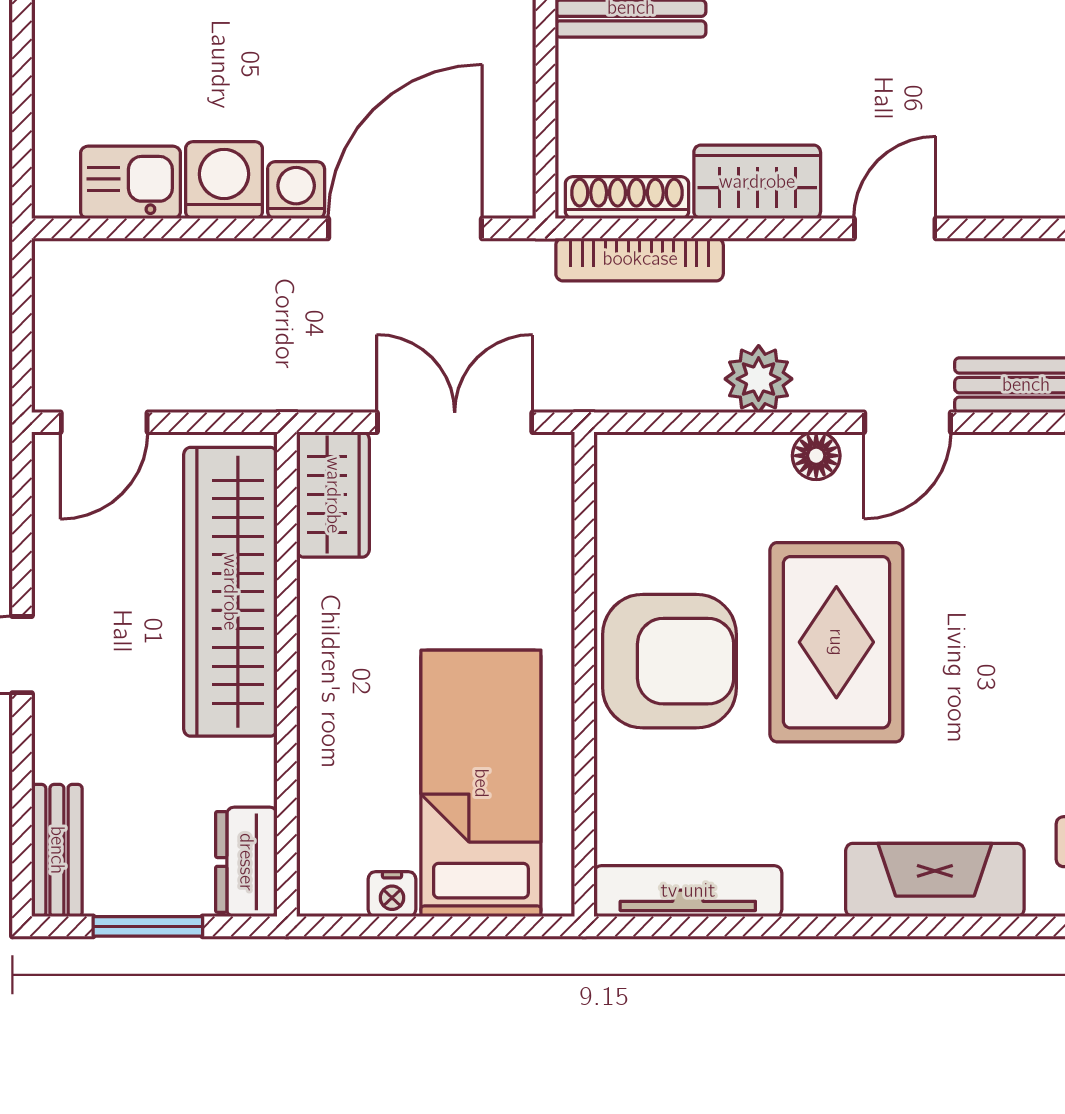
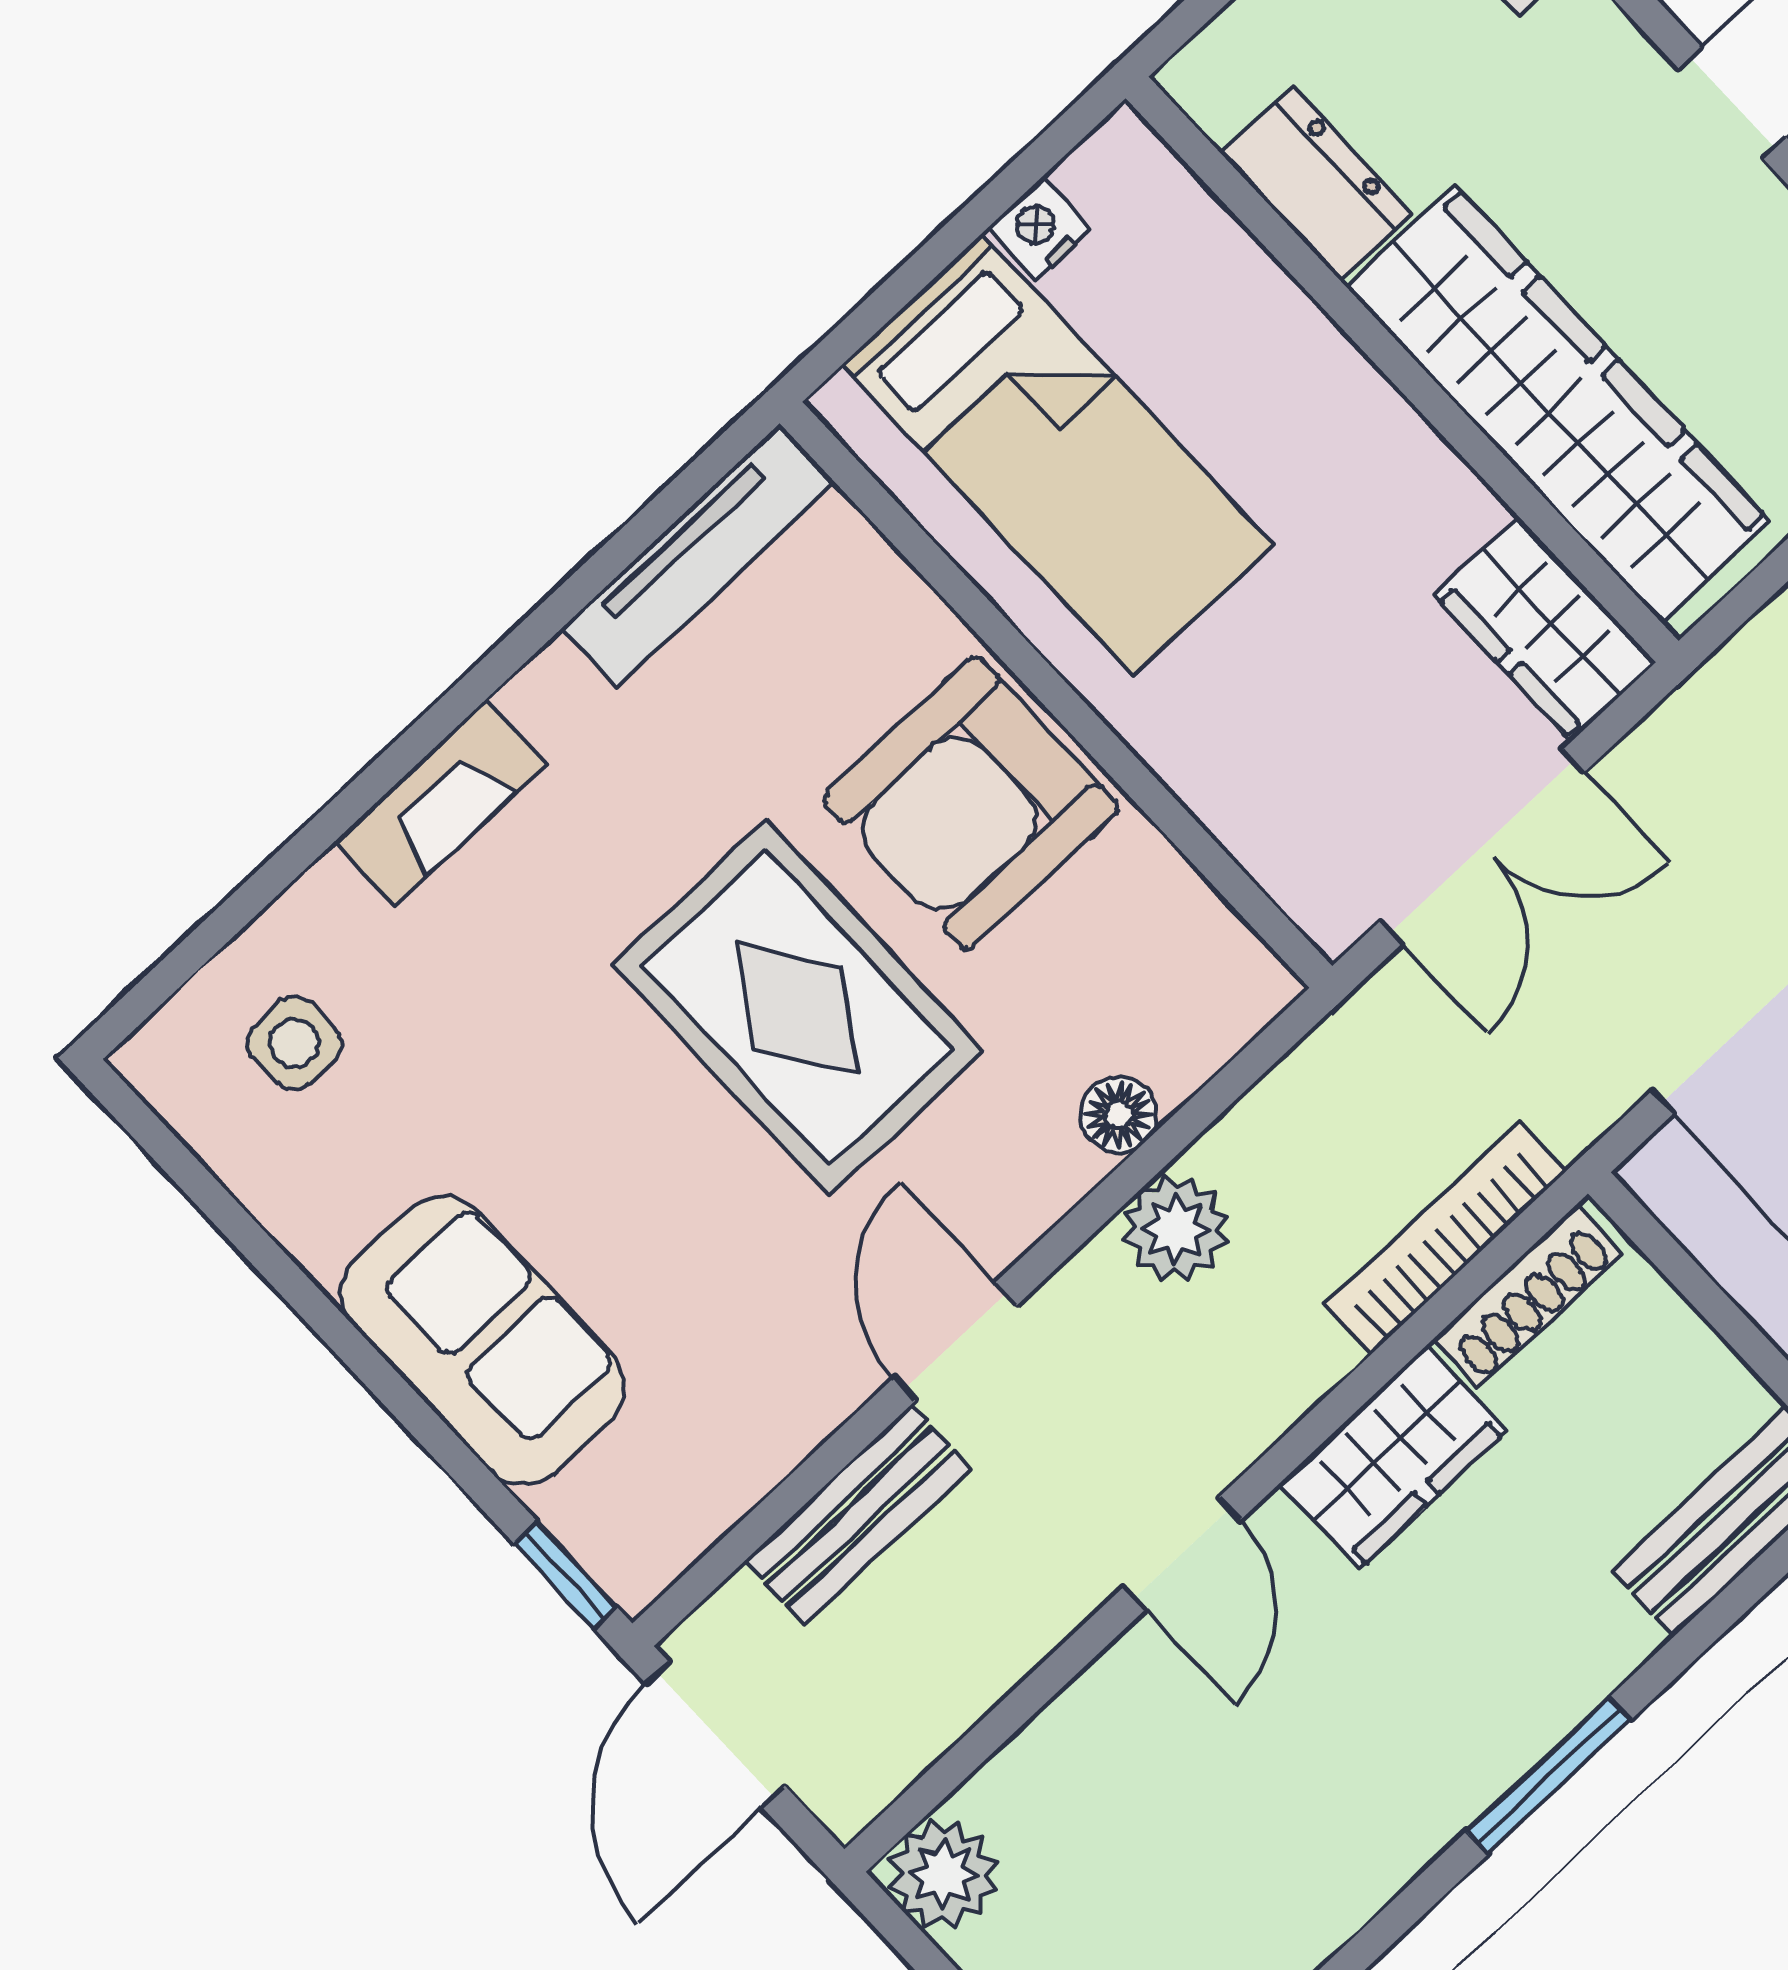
floor lamp: (816, 456) -> (1119, 1115), moved
dresser: (246, 862) -> (1316, 183), moved
fireplace: (935, 880) -> (441, 802), width x0.73, depth x0.76

